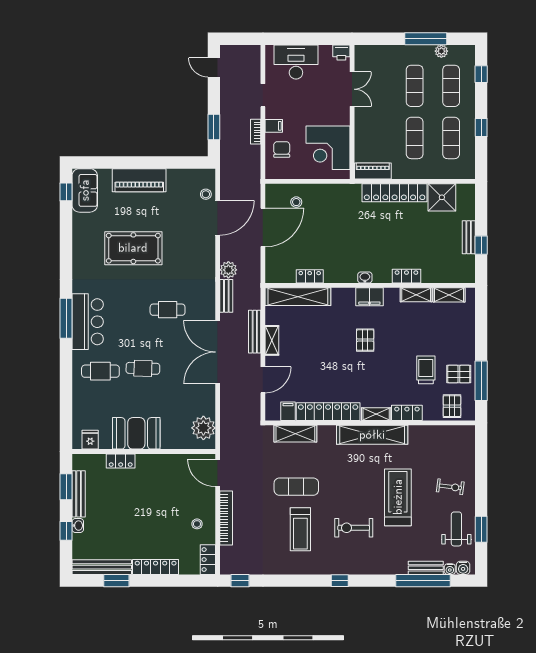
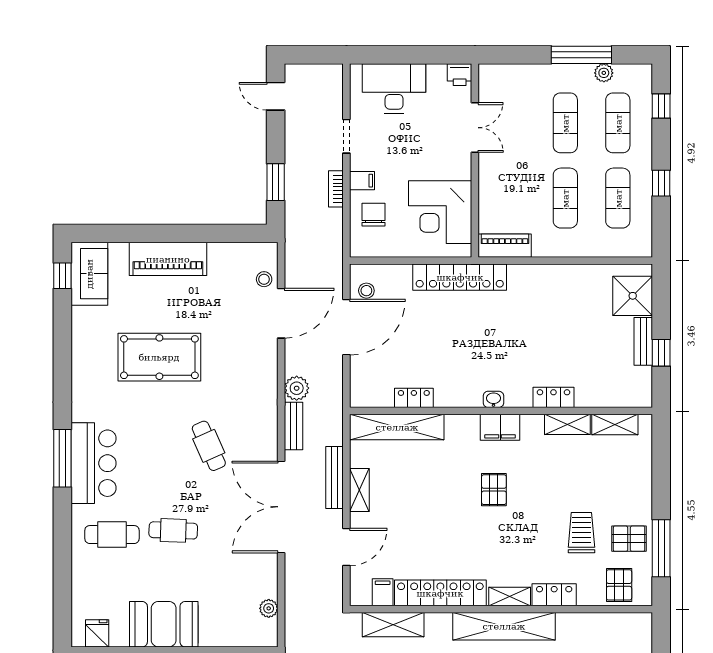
locker: (395, 193) -> (460, 277), moved
shower: (442, 197) -> (633, 296), moved
stool: (296, 202) -> (366, 291), moved
cafe table: (168, 310) -> (209, 446), turned 66
plant: (203, 428) -> (269, 608), width x0.53, depth x0.53

